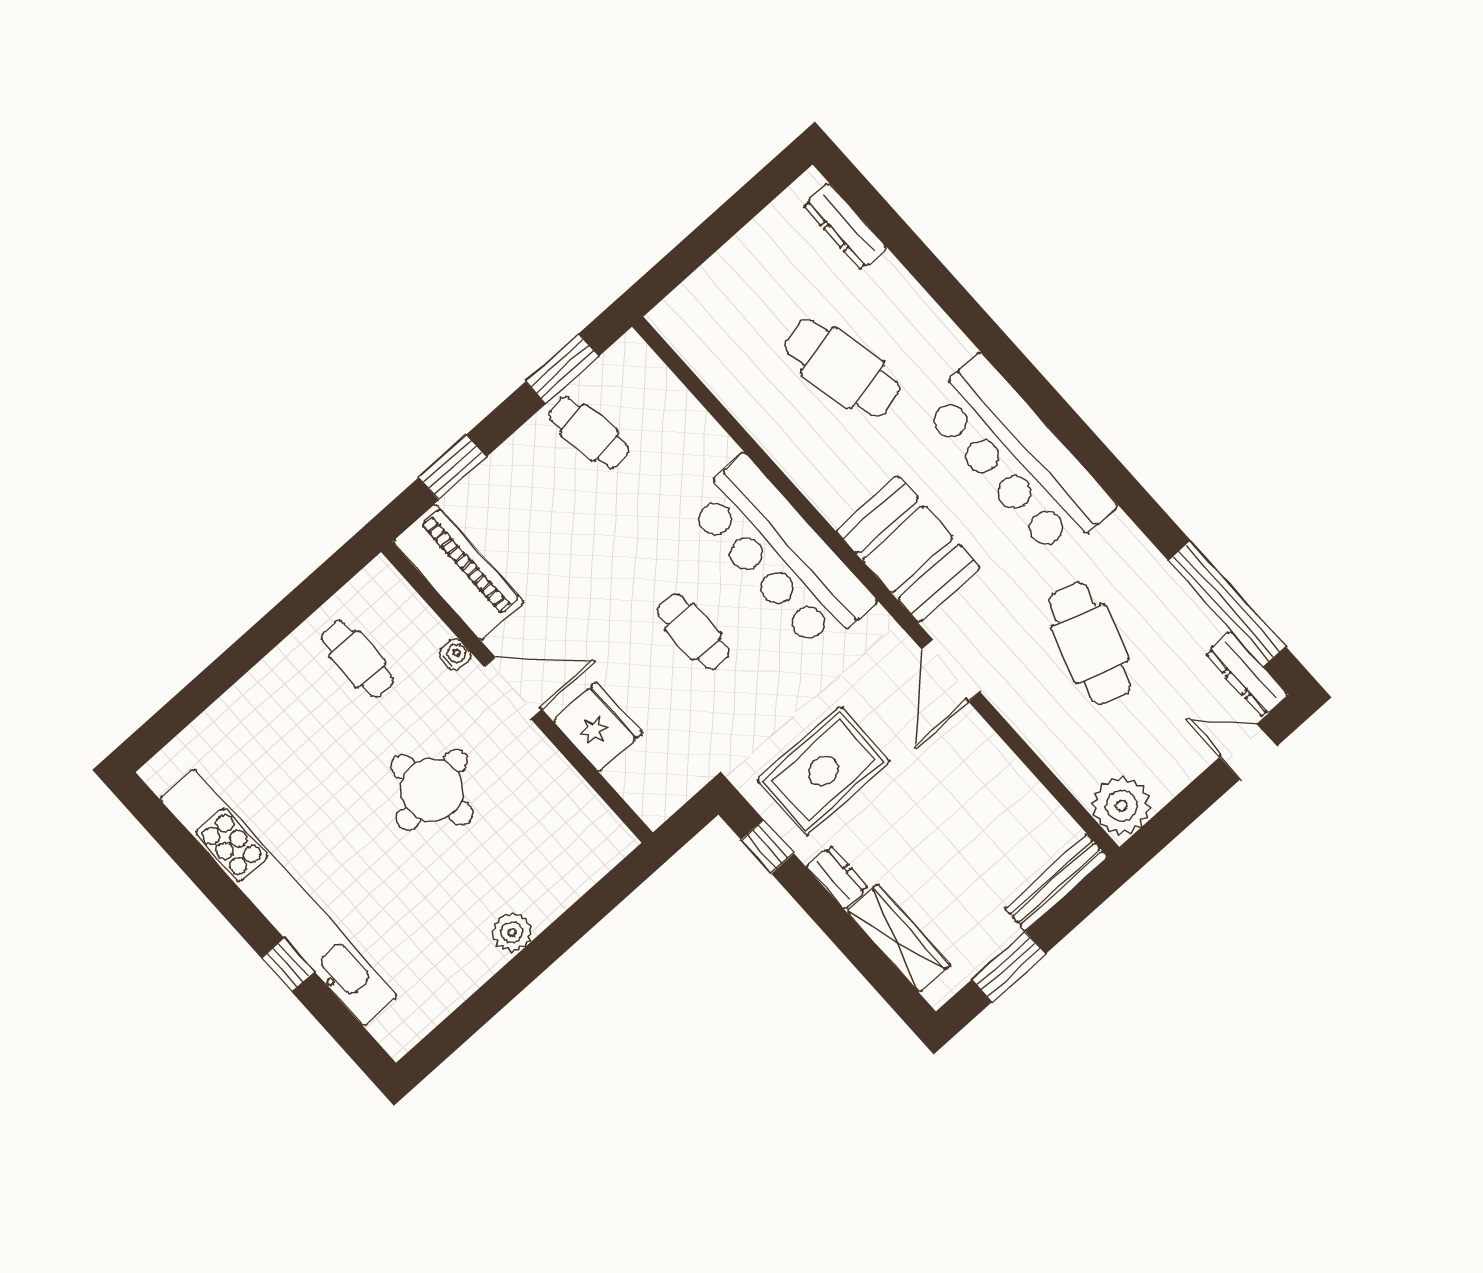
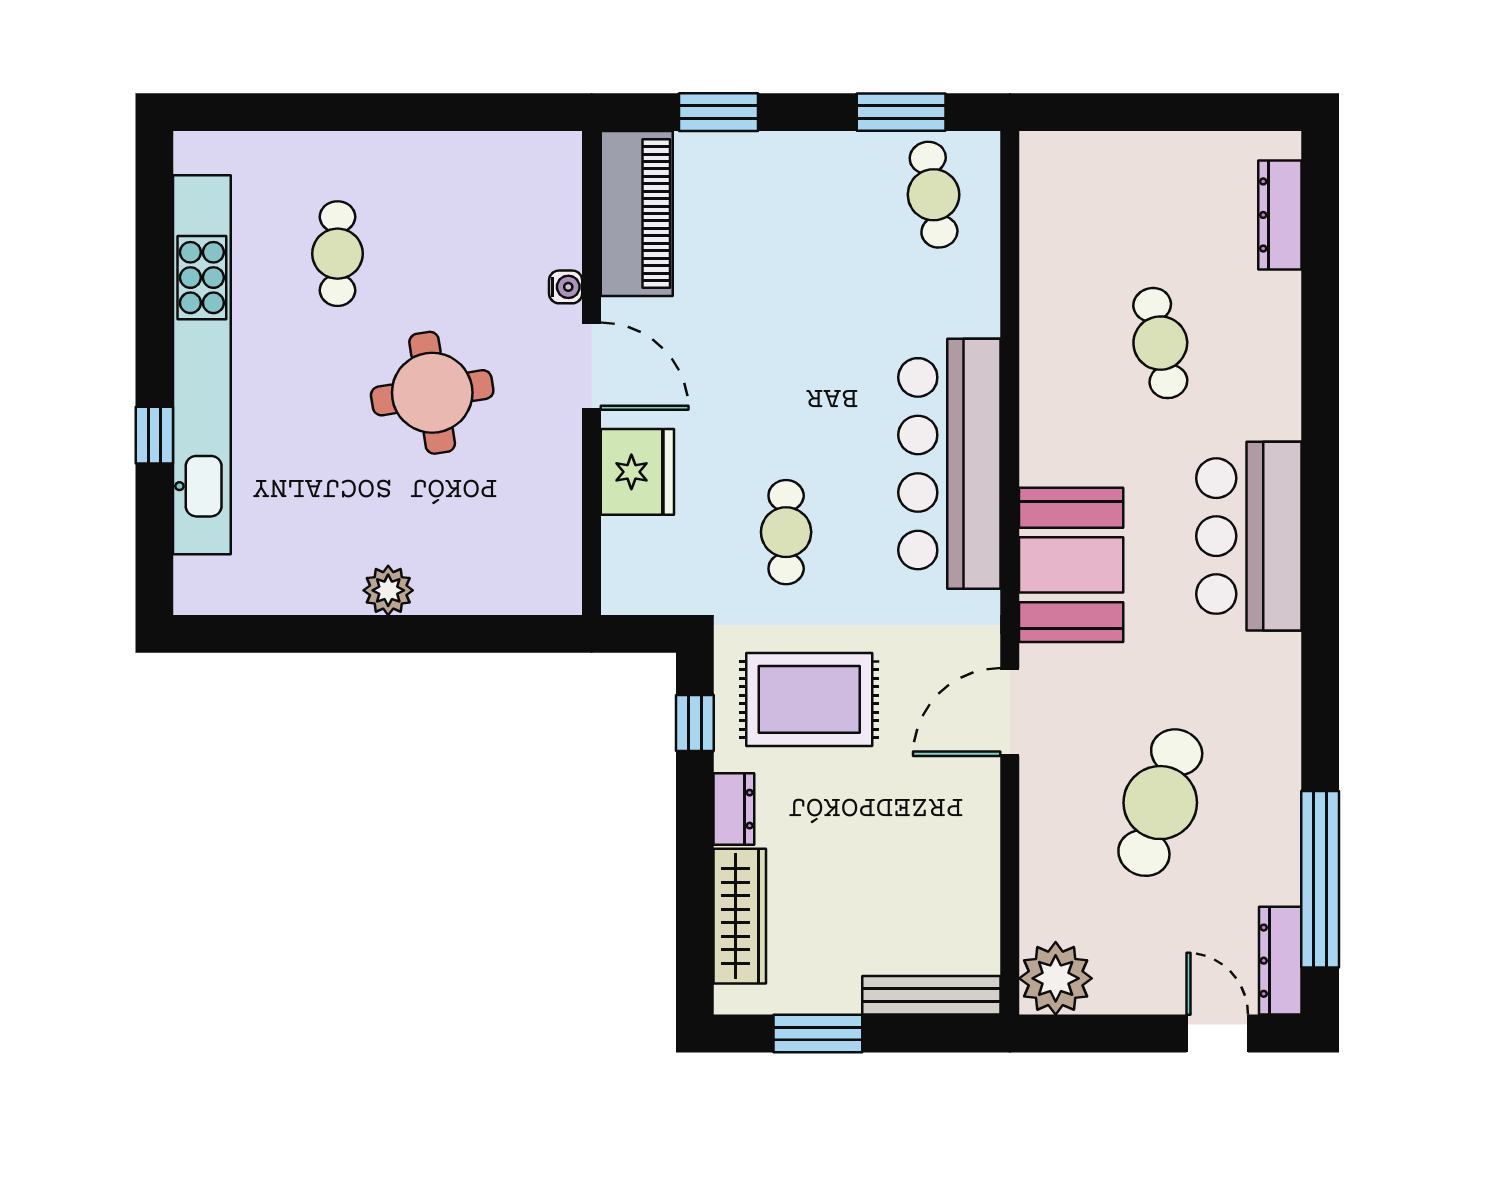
cafe table: (842, 368) -> (1160, 343), width x0.73, depth x0.74
cafe table: (589, 432) -> (934, 195), moved
bar counter: (1018, 457) -> (1249, 536), width x0.73
cafe table: (693, 632) -> (786, 532), moved
cafe table: (357, 659) -> (337, 254), moved

